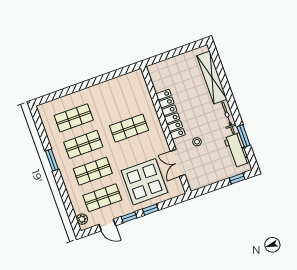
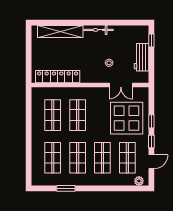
shop shelf: (119, 101) -> (53, 115), added
locker: (171, 114) -> (58, 77), moved
window: (244, 136) -> (118, 23), removed
workbench: (237, 150) -> (141, 57), moved, turned 90
window: (52, 160) -> (66, 188), moved

